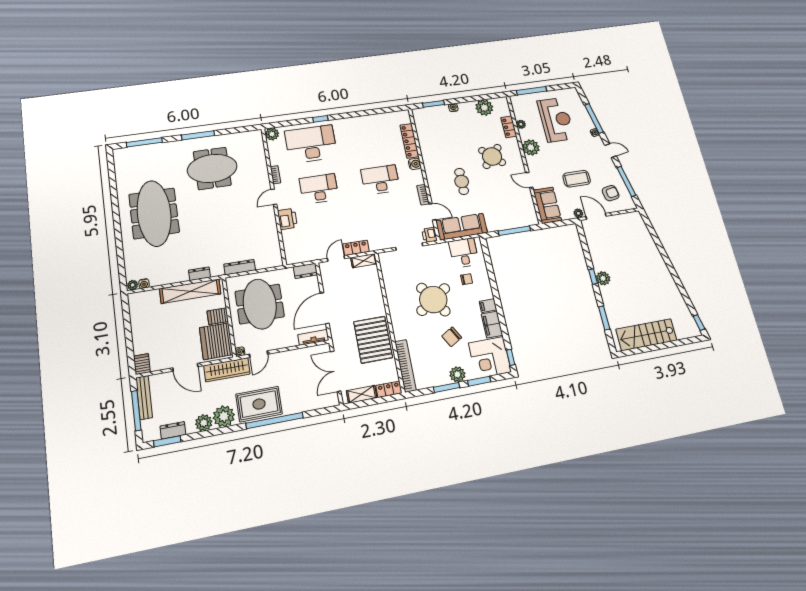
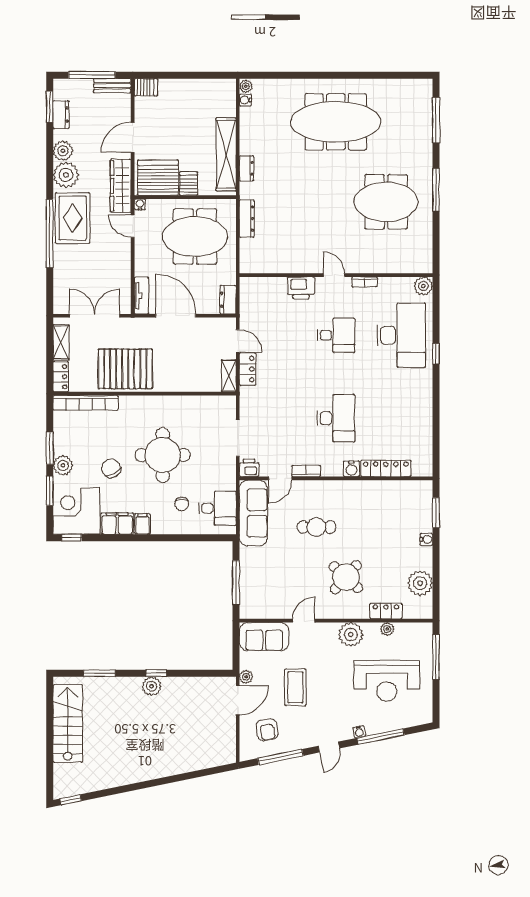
meeting table: (212, 168) -> (386, 202), turned 90
desk: (319, 189) -> (336, 335), width x0.73
round table: (433, 300) -> (163, 455), turned 34
bench: (144, 398) -> (112, 86), width x0.73

